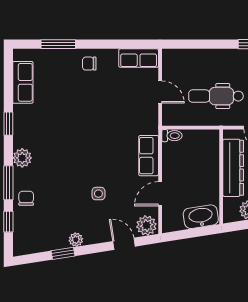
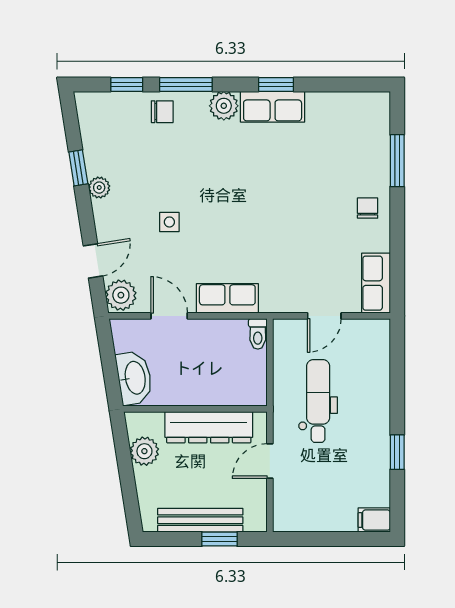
row of seats: (23, 82) -> (273, 107), moved

